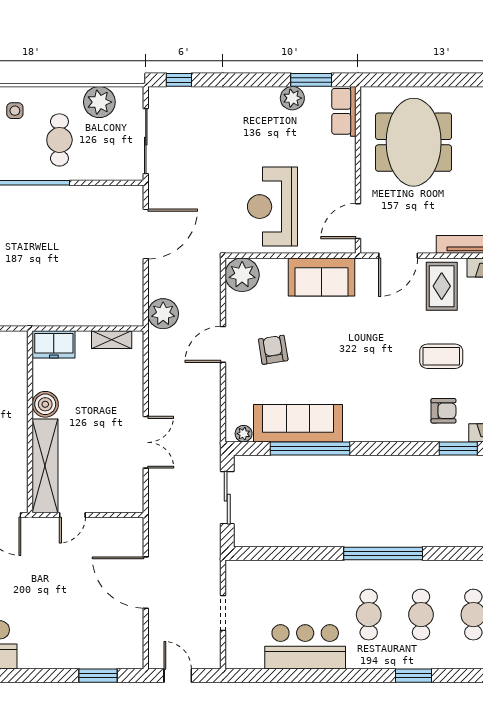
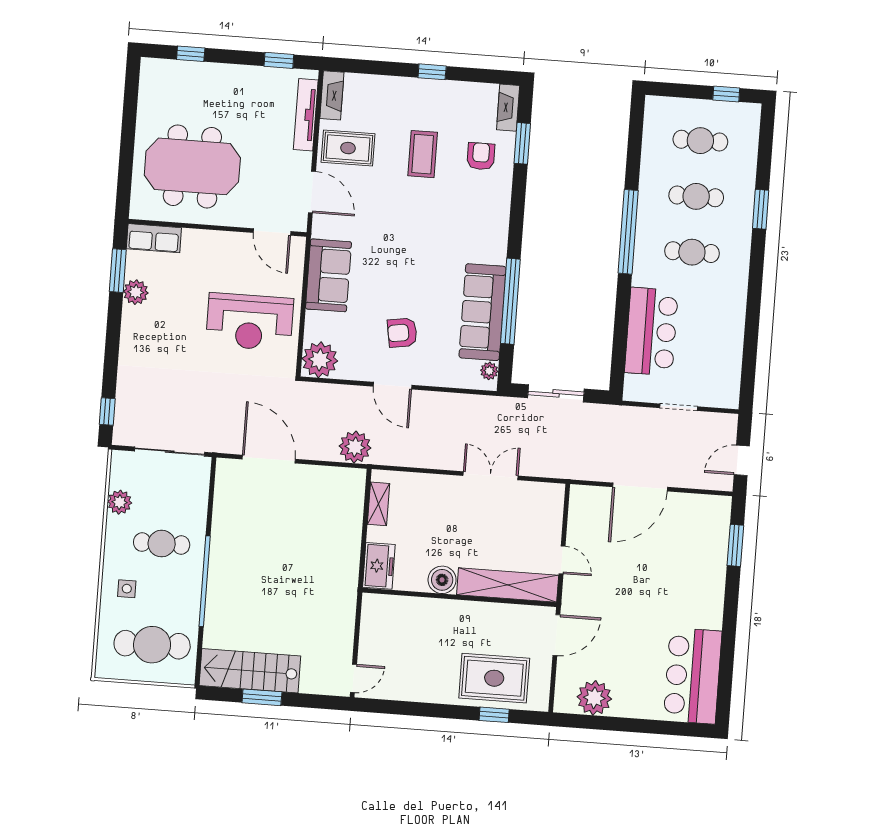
plant: (99, 102) -> (120, 502), width x0.73, depth x0.73
bar counter: (305, 647) -> (651, 332), moved, turned 180

